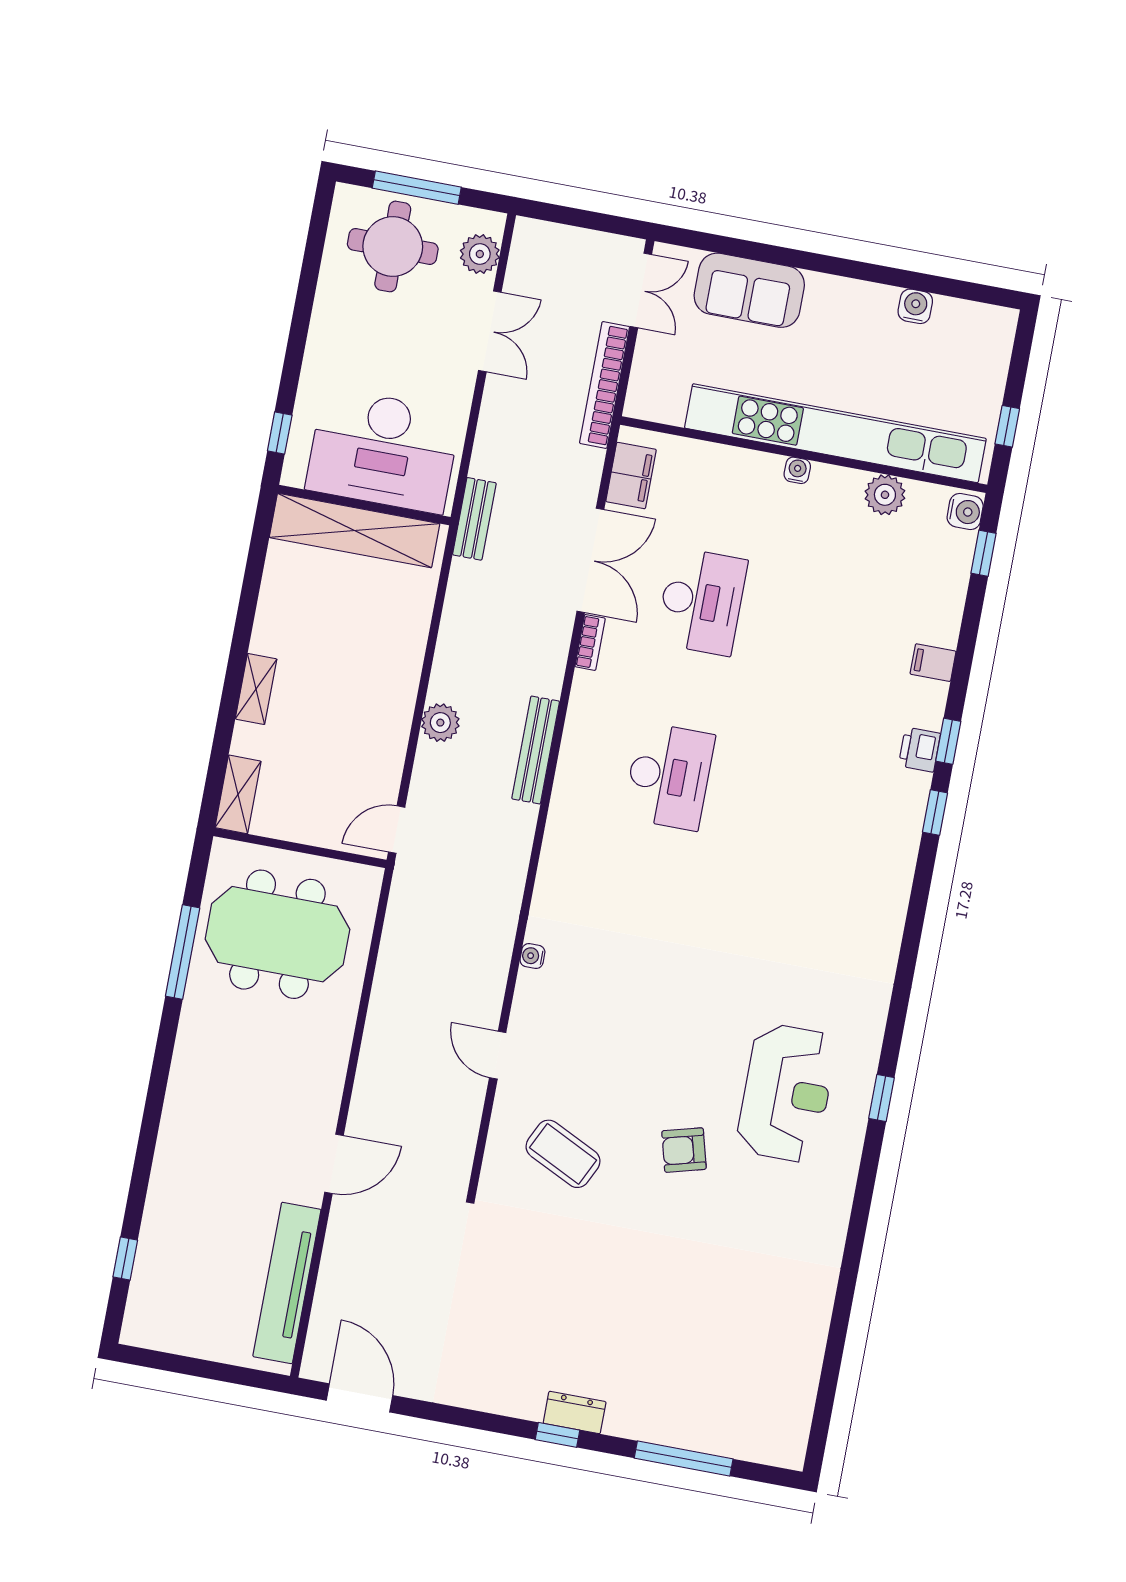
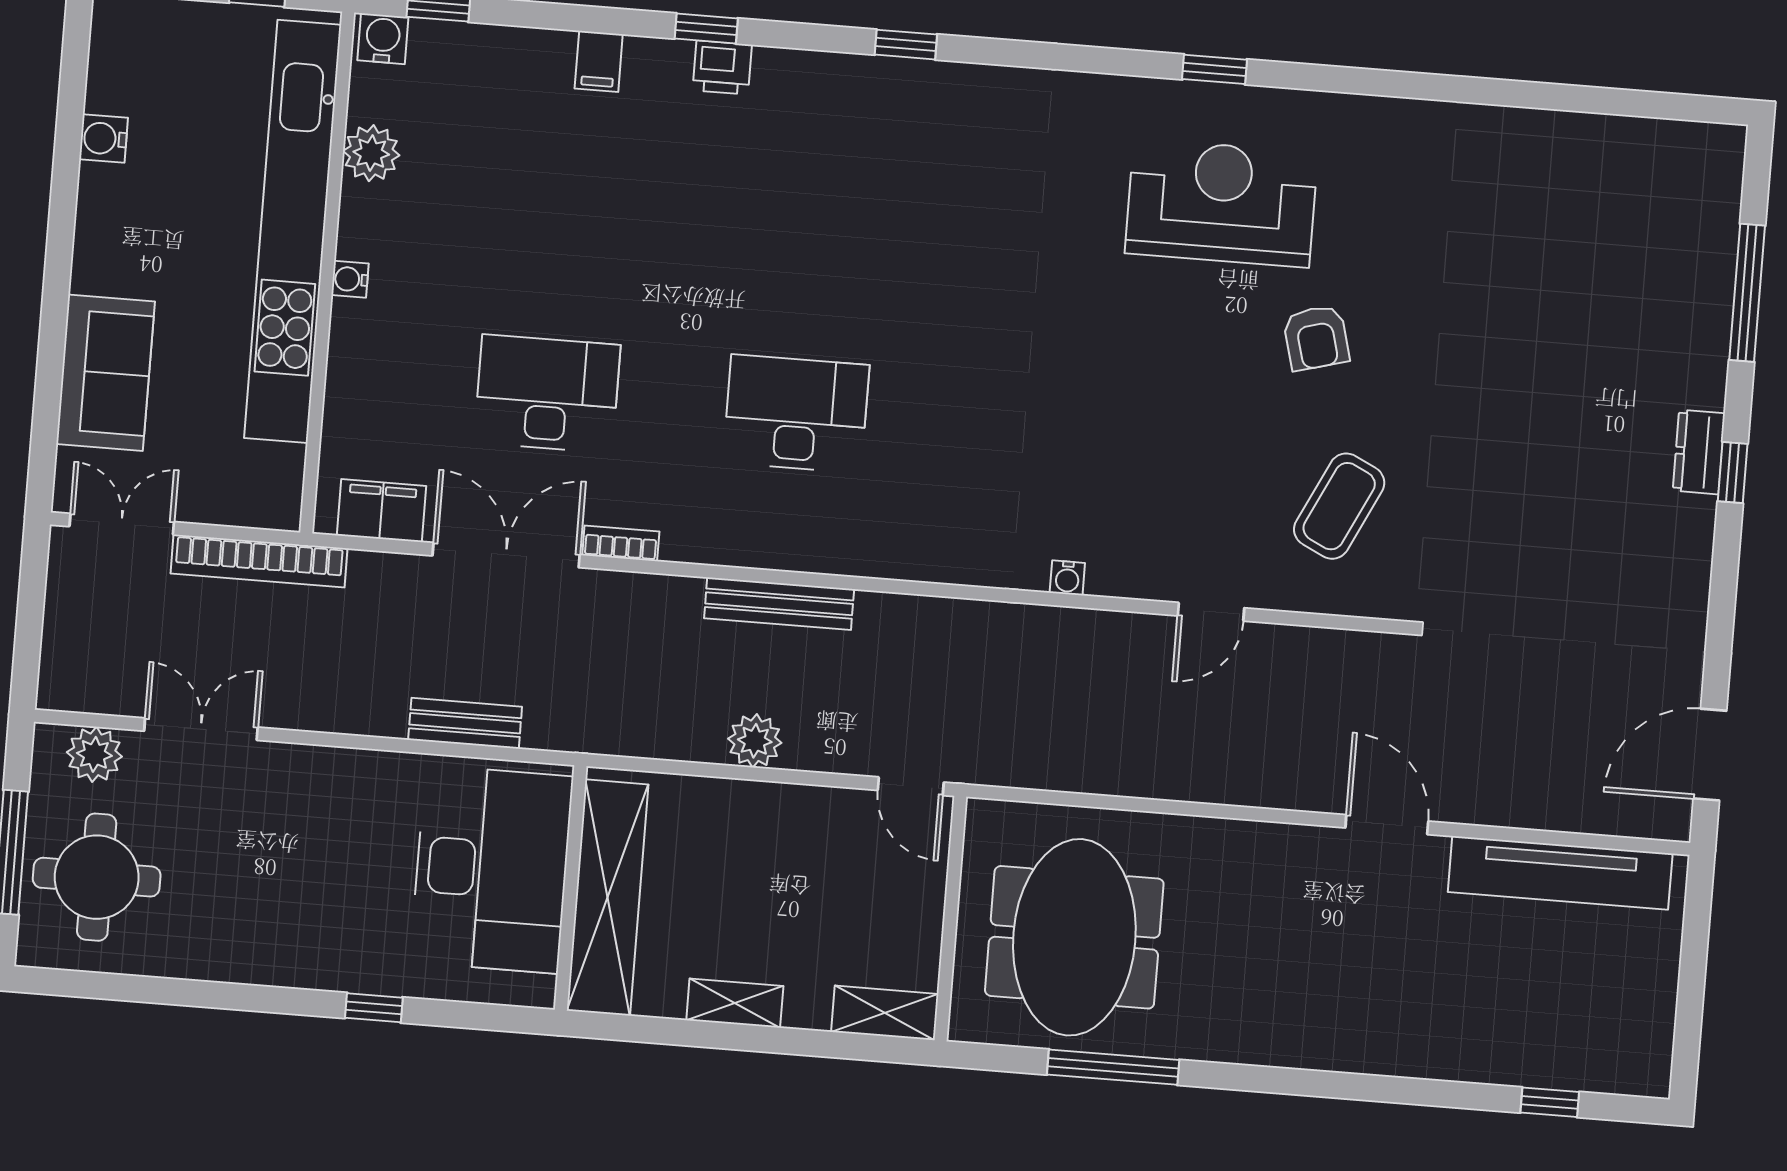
desk: (383, 451) -> (492, 869), moved
wall: (364, 505) -> (571, 888), moved
shelving: (355, 531) -> (608, 898), moved
window: (935, 812) -> (906, 45), moved

